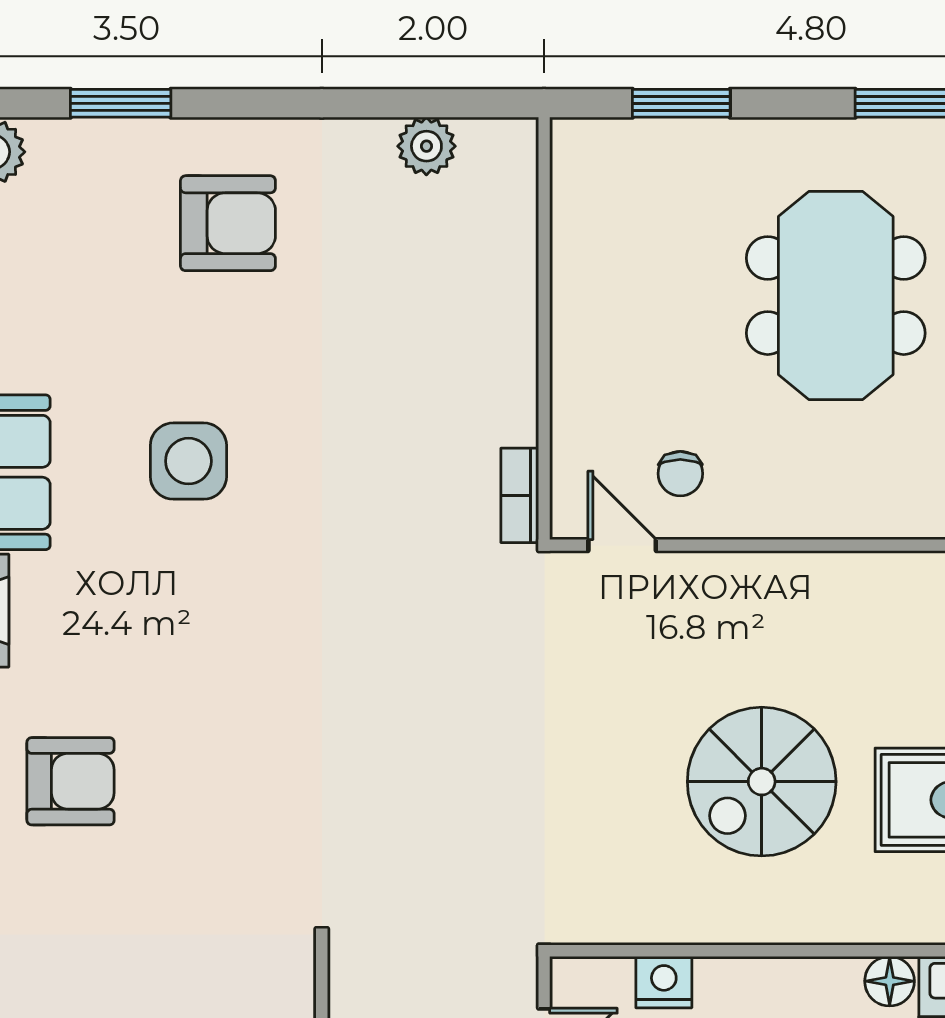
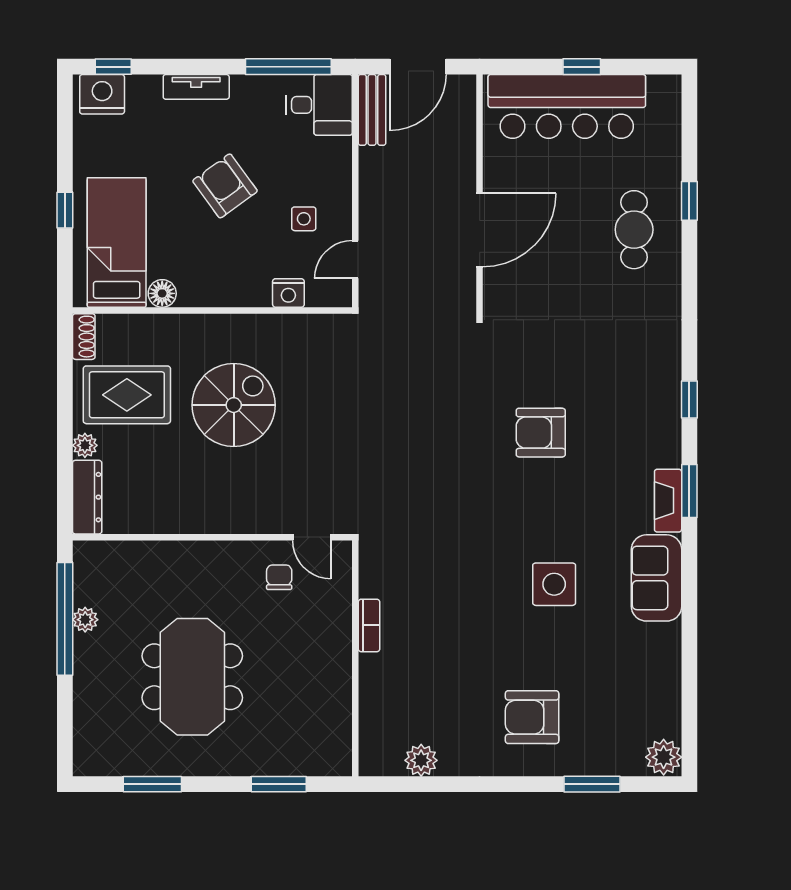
bookcase: (520, 495) -> (369, 625), moved
armchair: (71, 781) -> (541, 433), moved

